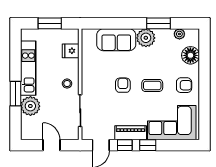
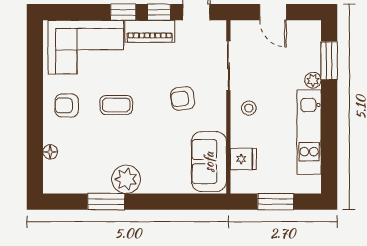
plant: (179, 34) -> (74, 185), removed
sofa: (116, 40) -> (209, 162), moved, turned -90
floor lamp: (190, 55) -> (50, 152), width x0.53, depth x0.53
armchair: (123, 85) -> (183, 98), moved, turned 82
window: (15, 94) -> (329, 61), moved
plant: (30, 106) -> (313, 80), width x0.53, depth x0.53

